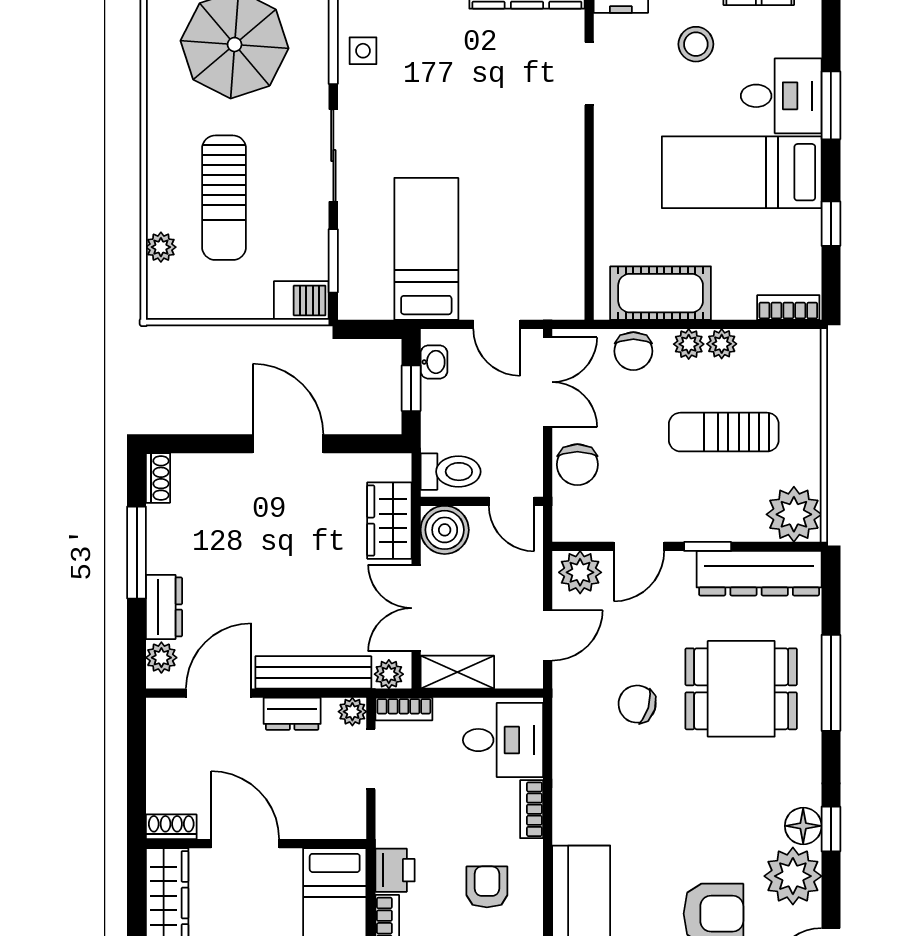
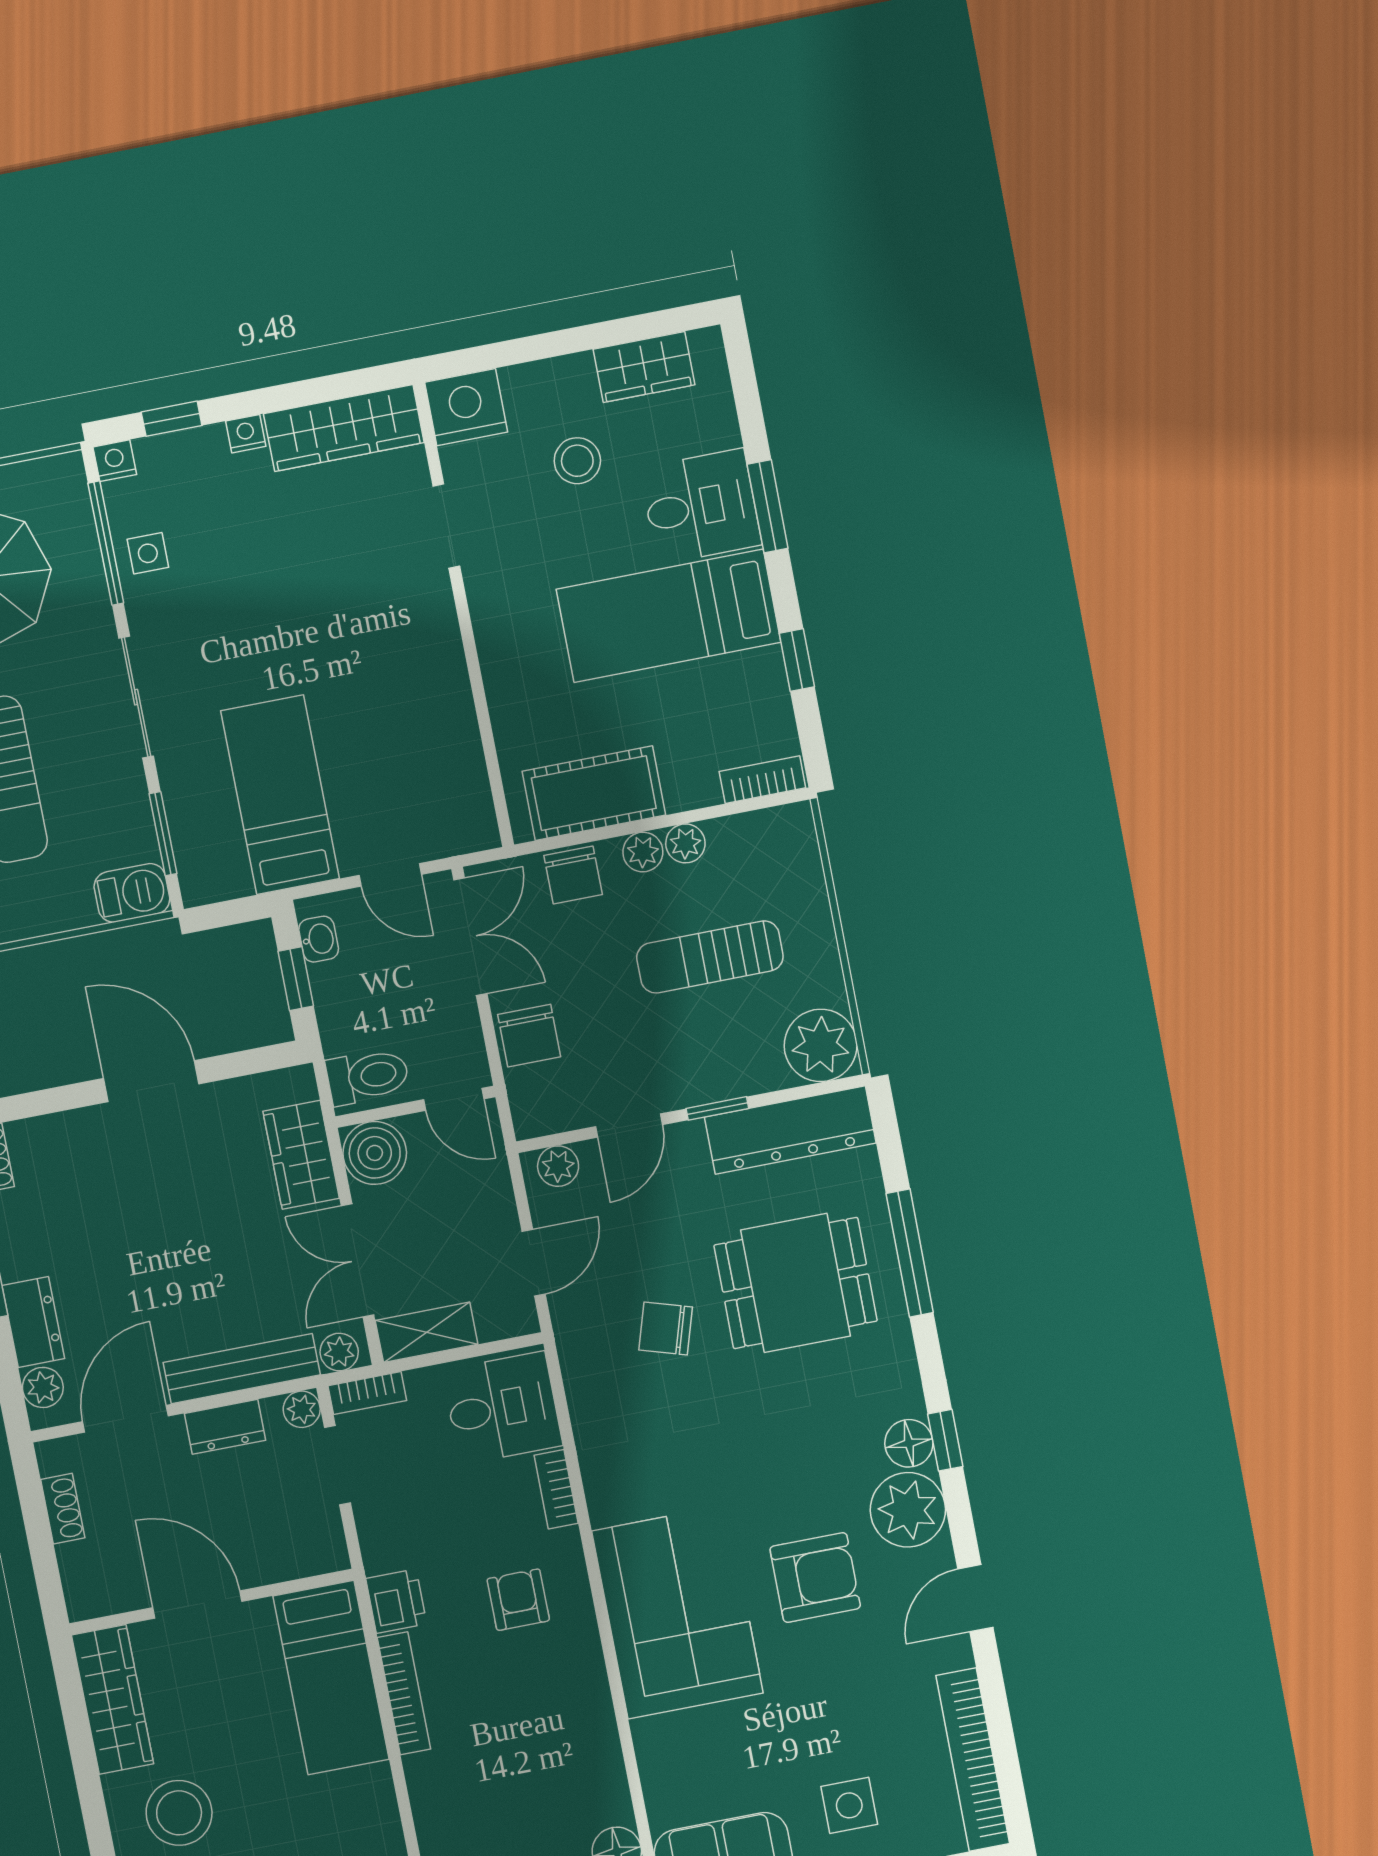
plant: (580, 572) -> (558, 1166), width x0.73, depth x0.73
shoe rack: (171, 827) -> (63, 1509), moved, turned 90

